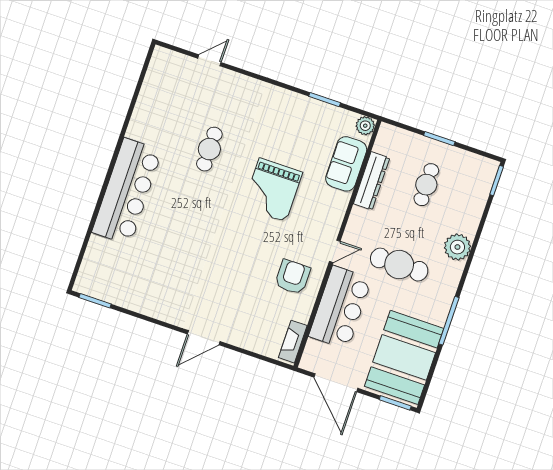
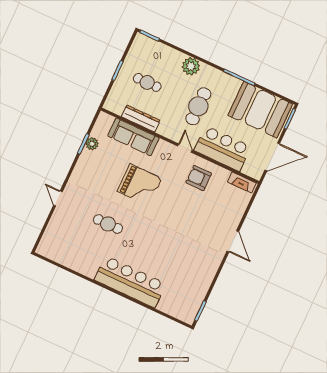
door: (209, 60) -> (58, 198), moved
plant: (365, 126) -> (92, 144), moved
sofa: (346, 164) -> (133, 137), width x1.36

